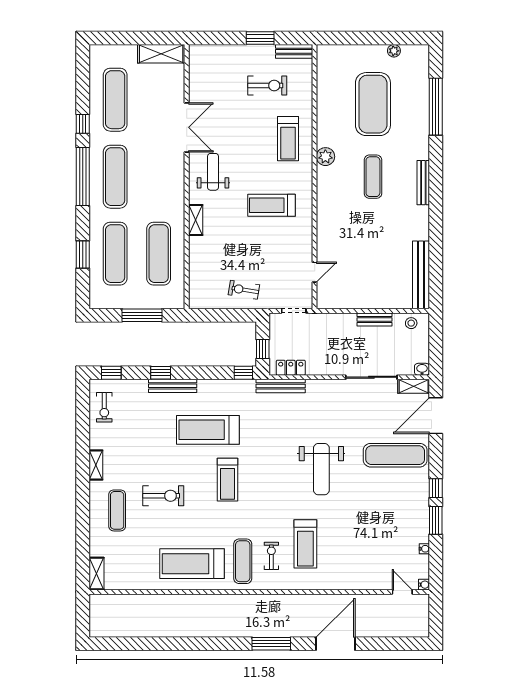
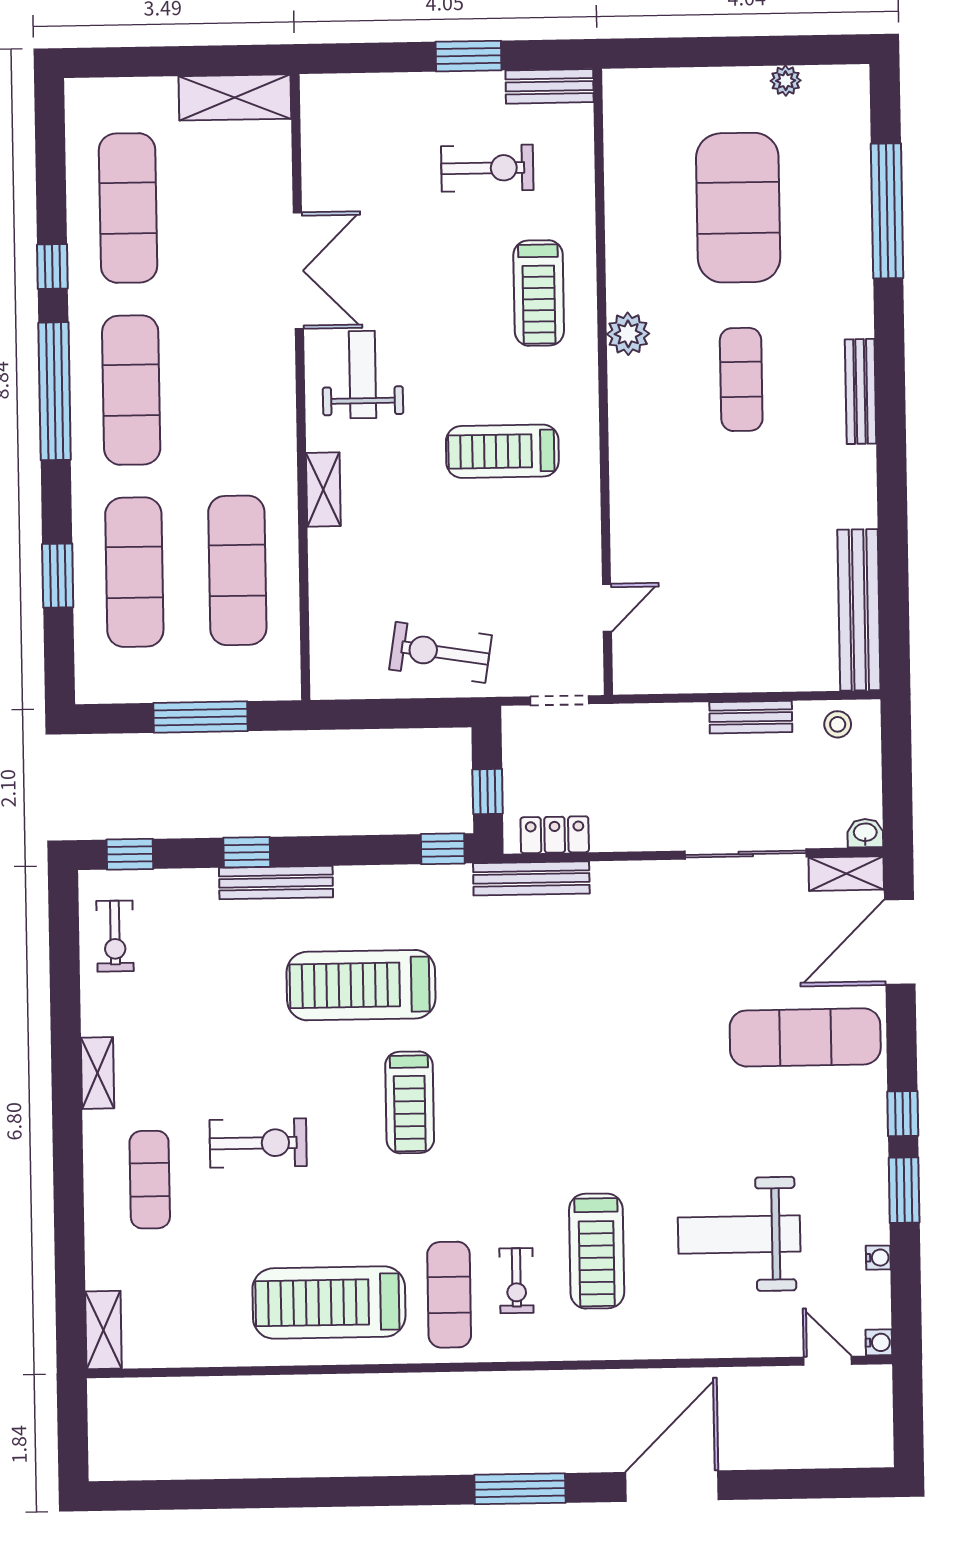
exercise bike: (244, 290) -> (440, 652), width x1.38, depth x1.39
weight bench: (321, 469) -> (739, 1234), moved, turned 90
exercise bike: (271, 556) -> (516, 1281), turned 180

